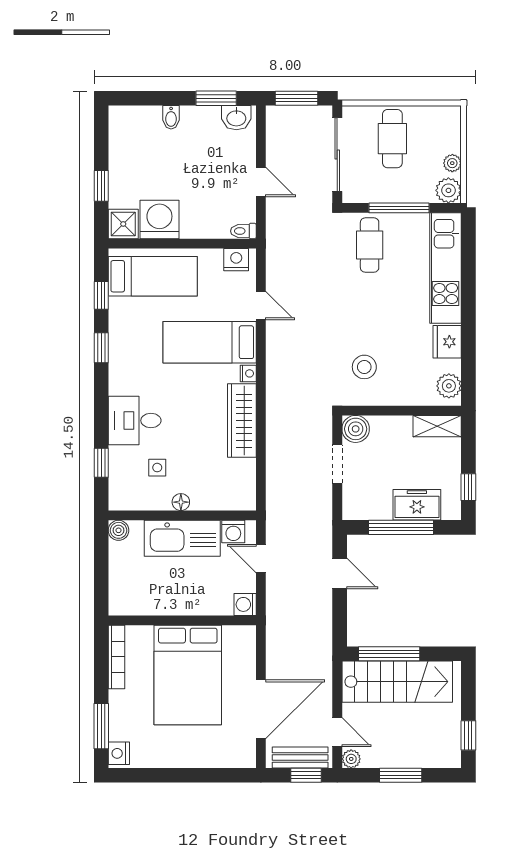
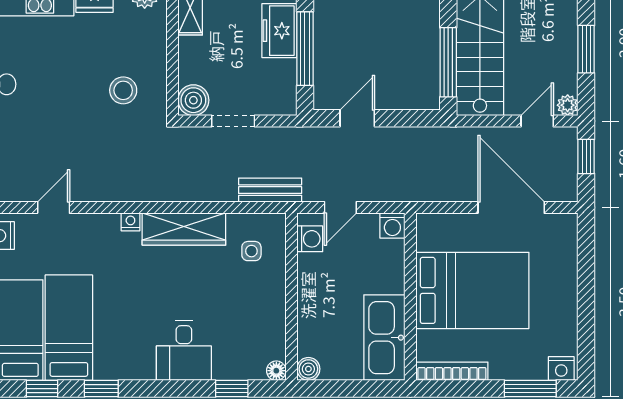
bed: (210, 342) -> (69, 328), moved, turned 180
side table: (157, 468) -> (251, 251), moved
floor lamp: (181, 502) -> (276, 371), moved
kitchen sink: (182, 538) -> (384, 338), moved, turned 180
bench: (300, 758) -> (270, 190), moved, turned 90

